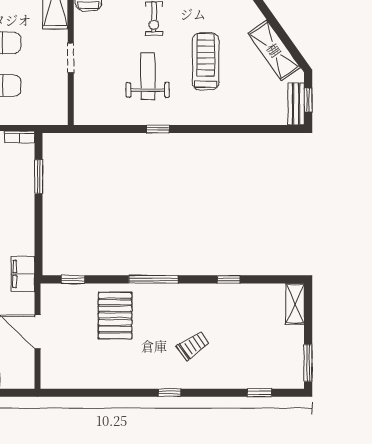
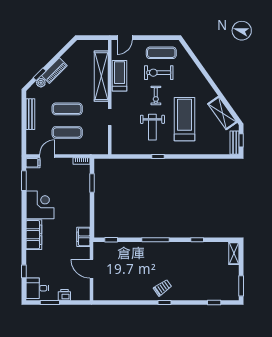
treadmill: (206, 61) -> (184, 119), width x1.37, depth x1.38
weight bench: (148, 76) -> (152, 127), turned 180
pallet: (115, 316) -> (134, 260), removed
trolley: (193, 345) -> (163, 288), moved

